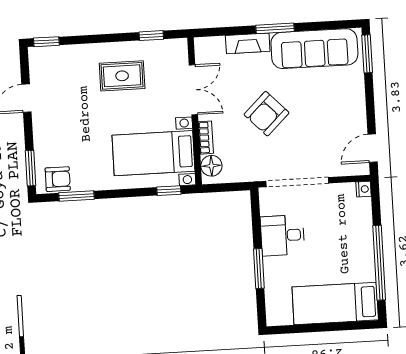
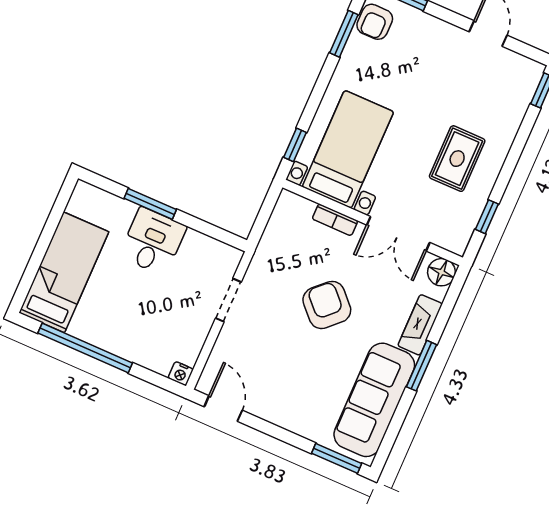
floor lamp: (211, 166) -> (441, 272), moved
doorway: (297, 182) -> (228, 300), width x0.53
desk: (282, 235) -> (153, 241), moved

